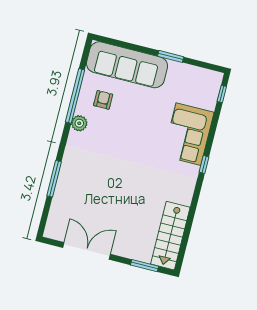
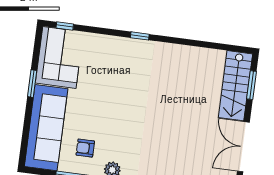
corner sofa: (188, 134) -> (59, 57), moved, turned -90
stairs: (170, 236) -> (235, 86), moved, turned 90

